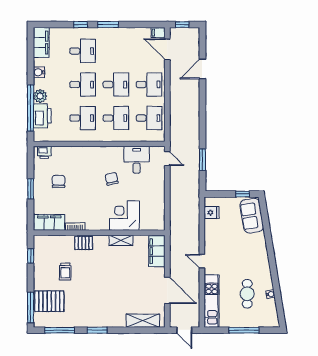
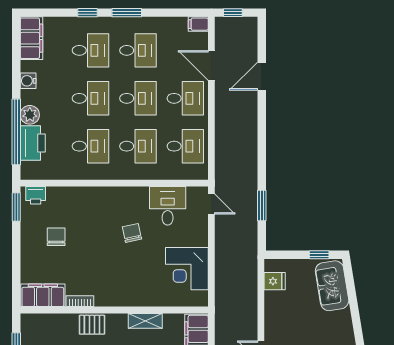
door: (167, 49) -> (211, 66), moved
desk: (116, 51) -> (138, 50), added
window: (31, 189) -> (16, 207), moved
corner desk: (124, 216) -> (187, 269), moved, turned -90

